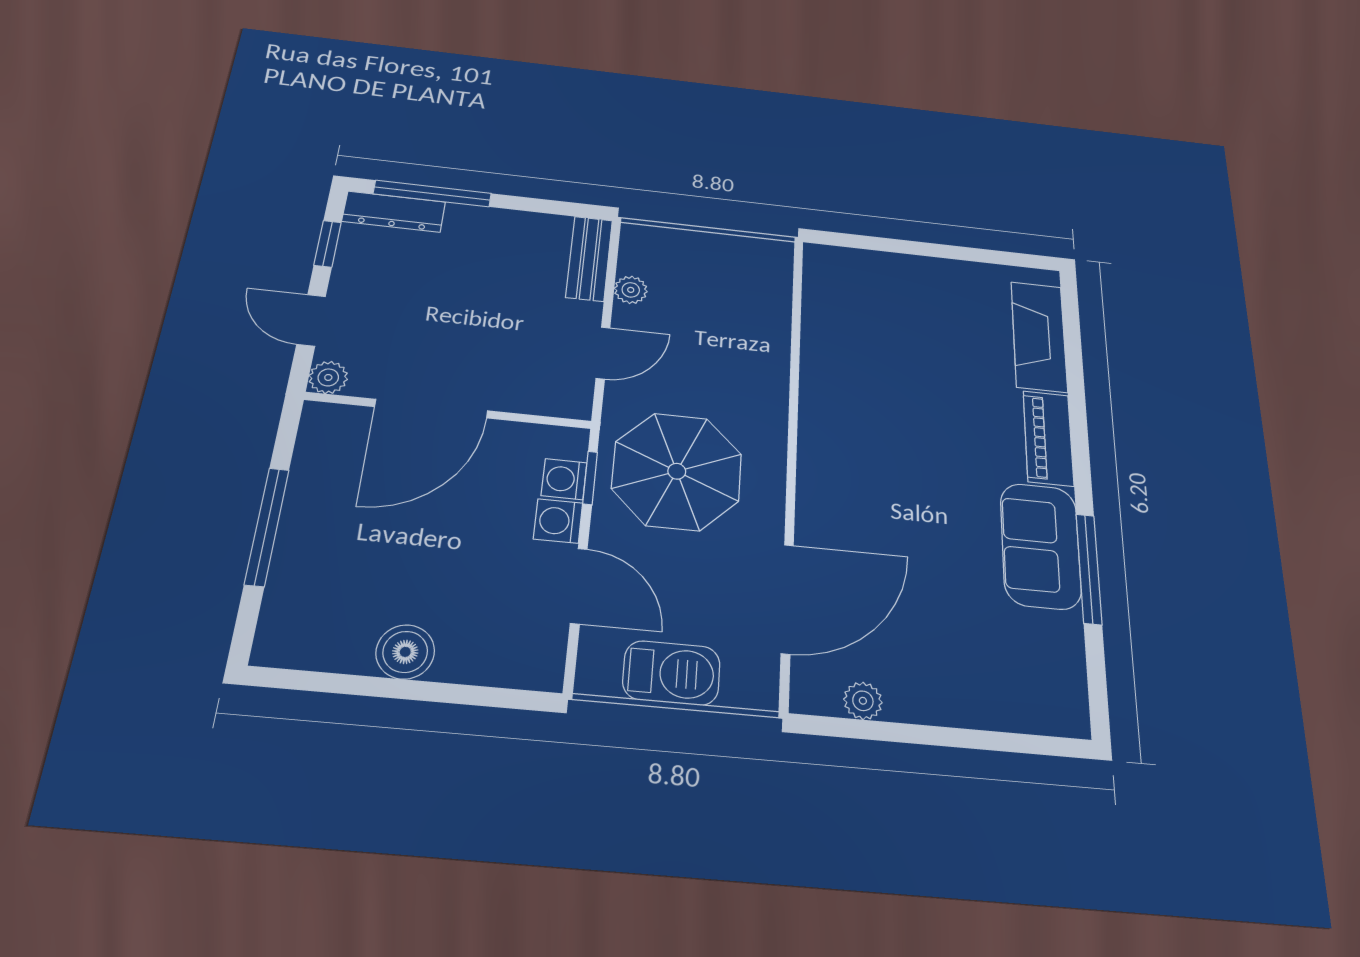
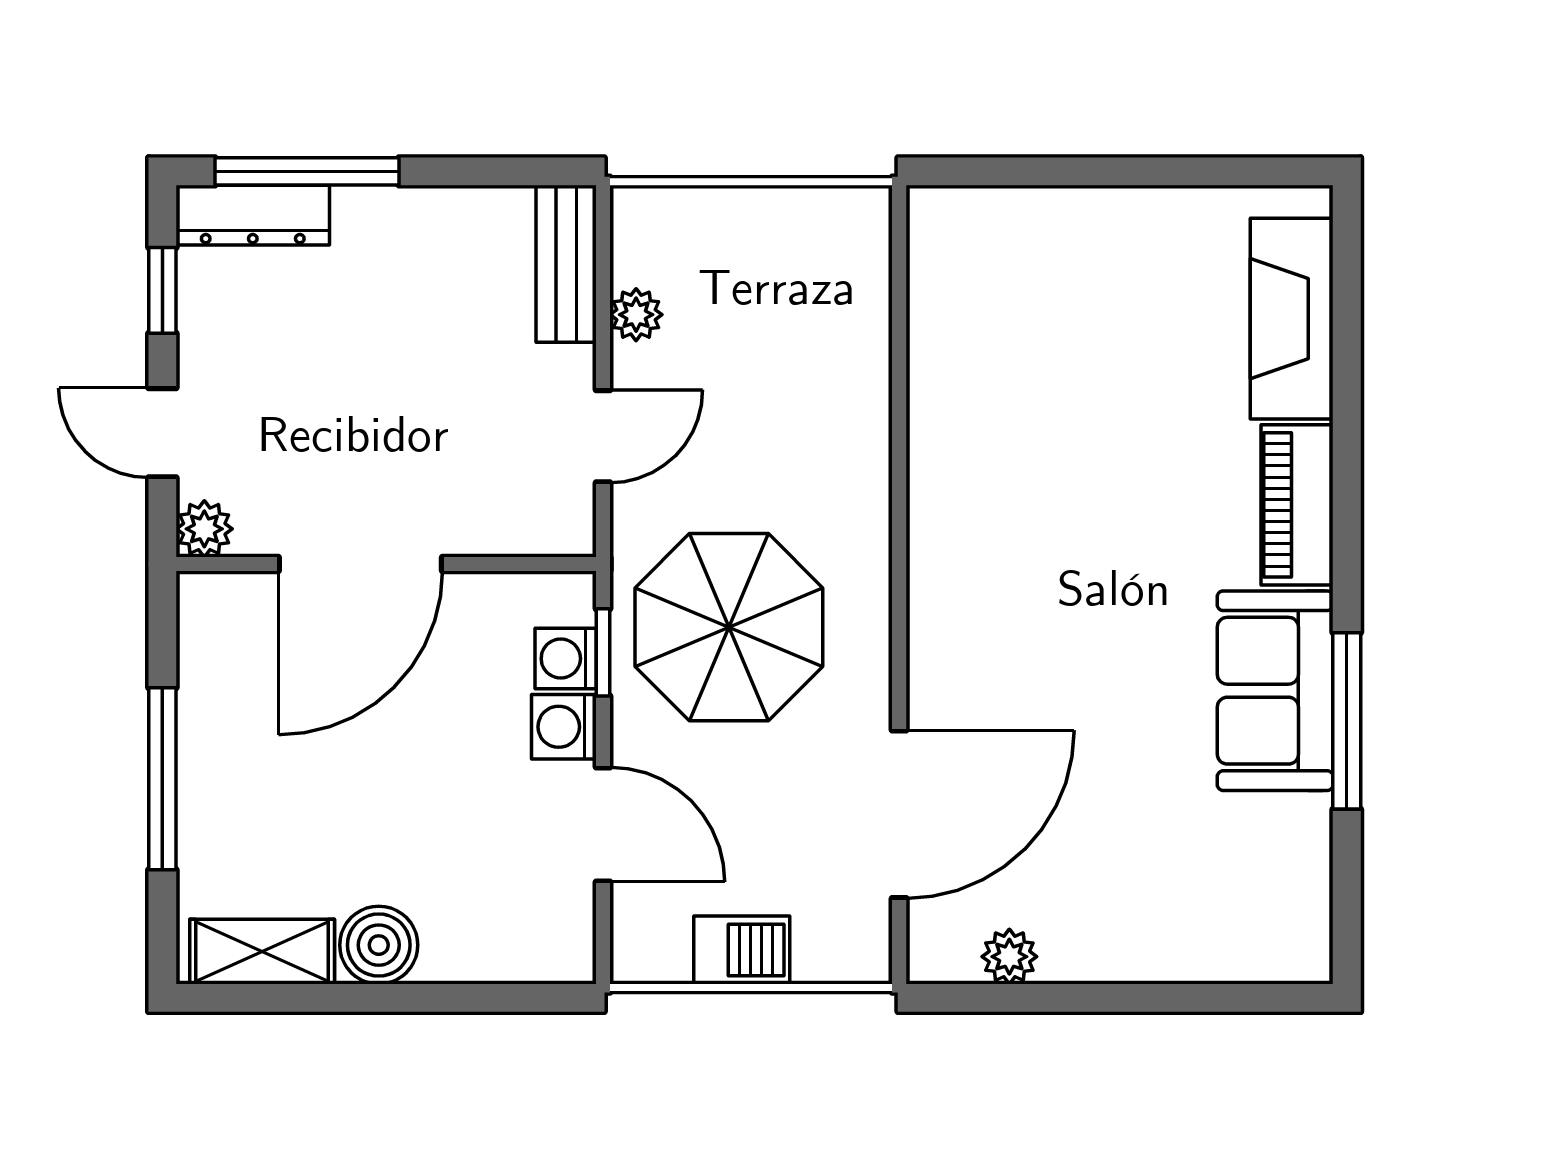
shelving: (317, 649) -> (262, 952), added
barbecue: (671, 673) -> (742, 950), width x0.73, depth x0.79

